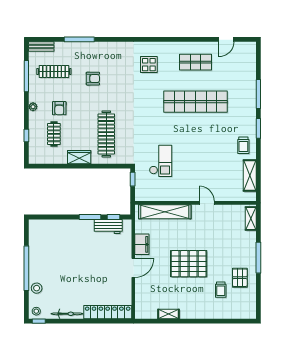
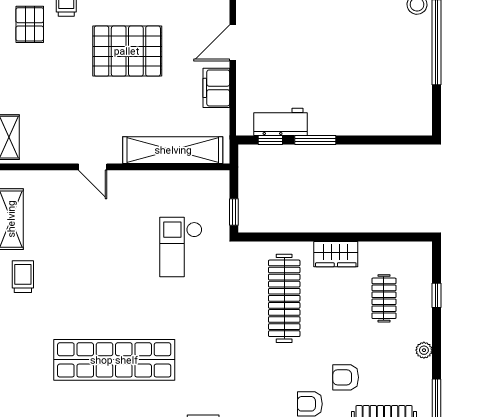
armchair: (59, 108) -> (346, 377), moved, turned -90

